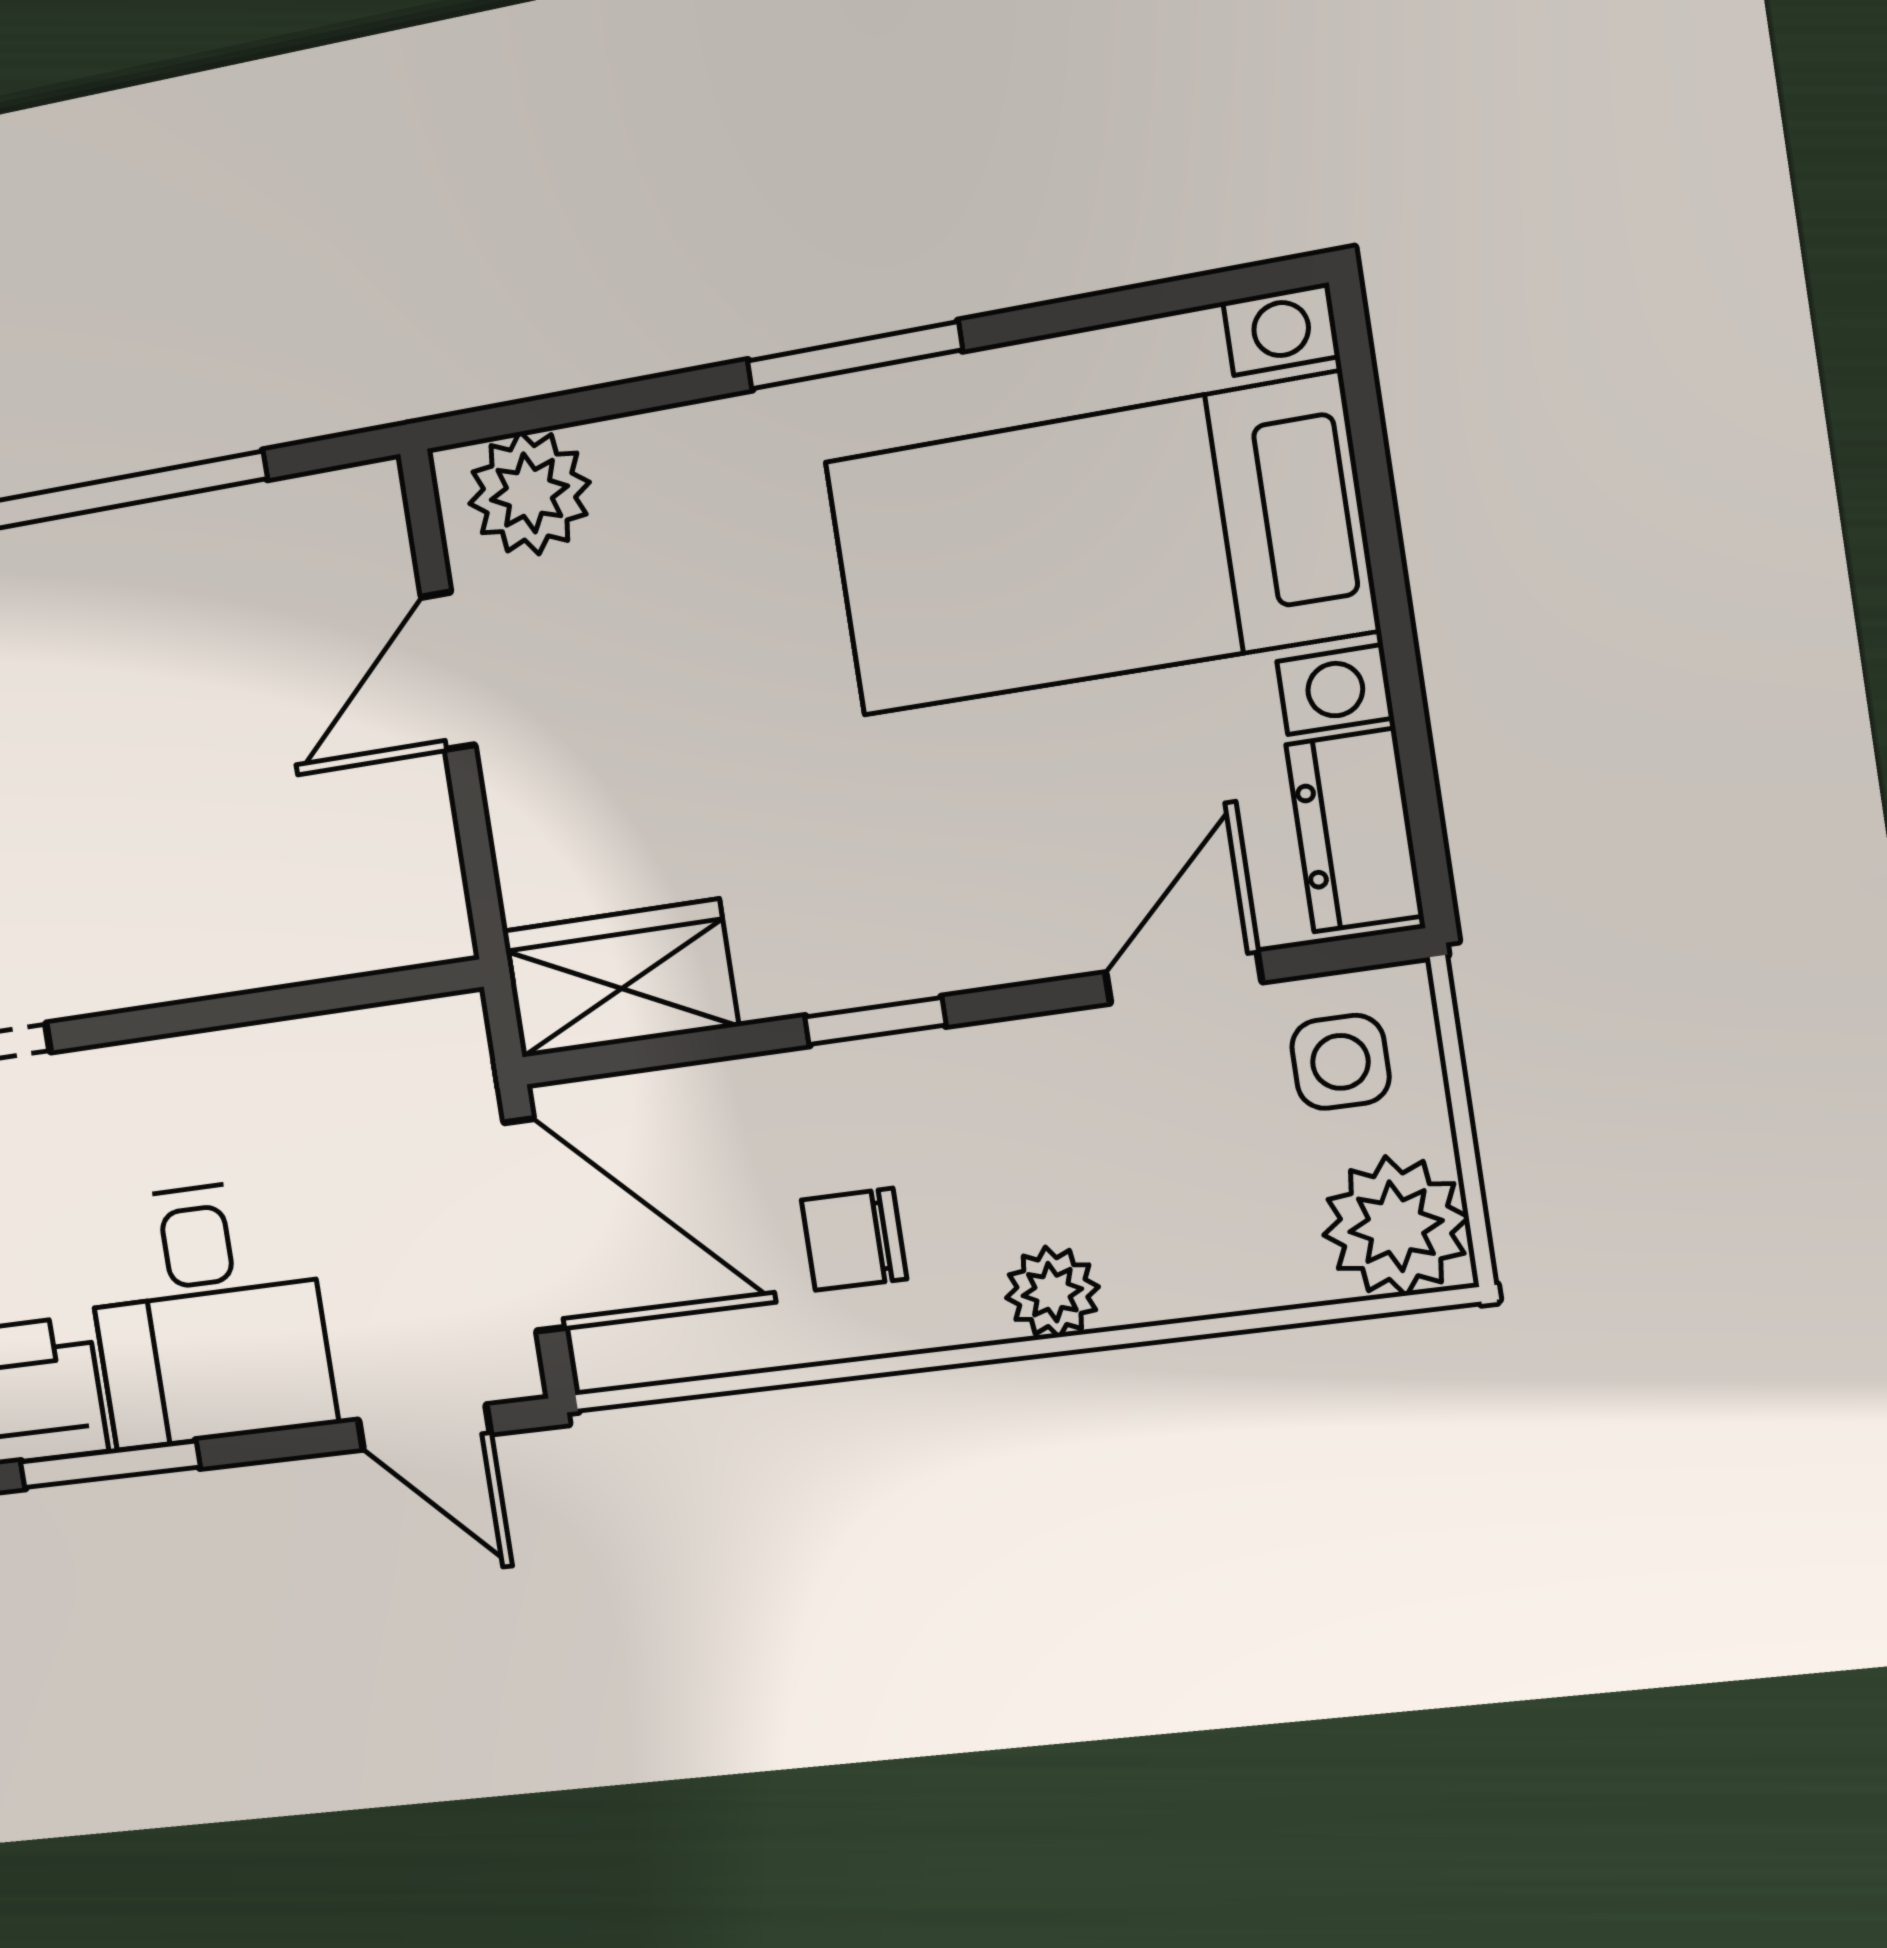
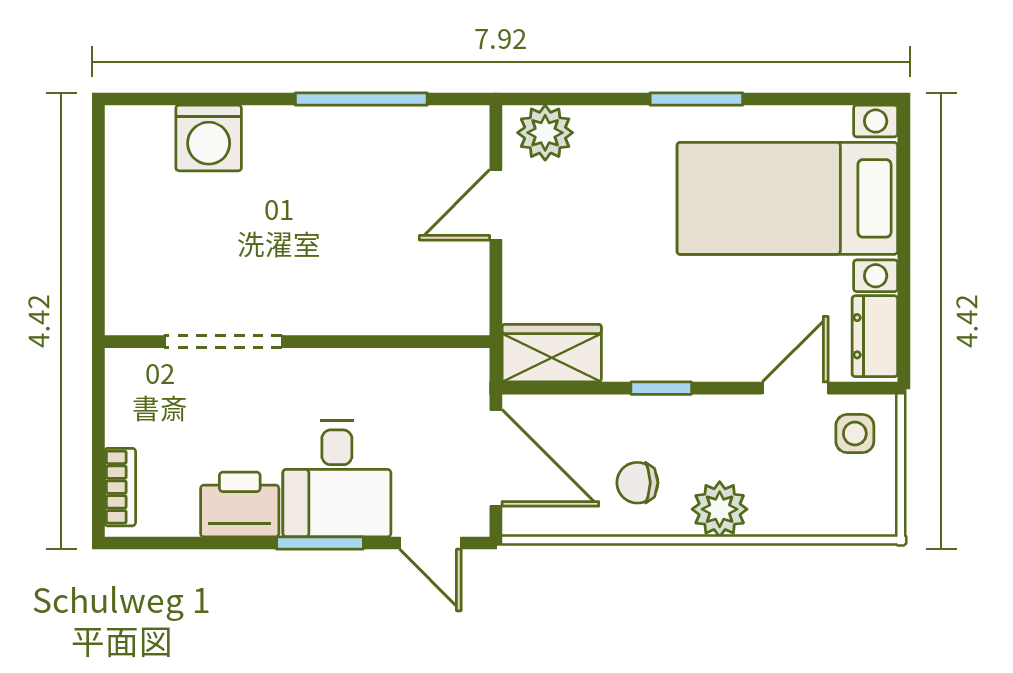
plant: (1396, 1226) -> (867, 507), removed
plant: (1052, 1292) -> (720, 509), width x1.38, depth x1.38
window: (110, 1464) -> (320, 543), moved

